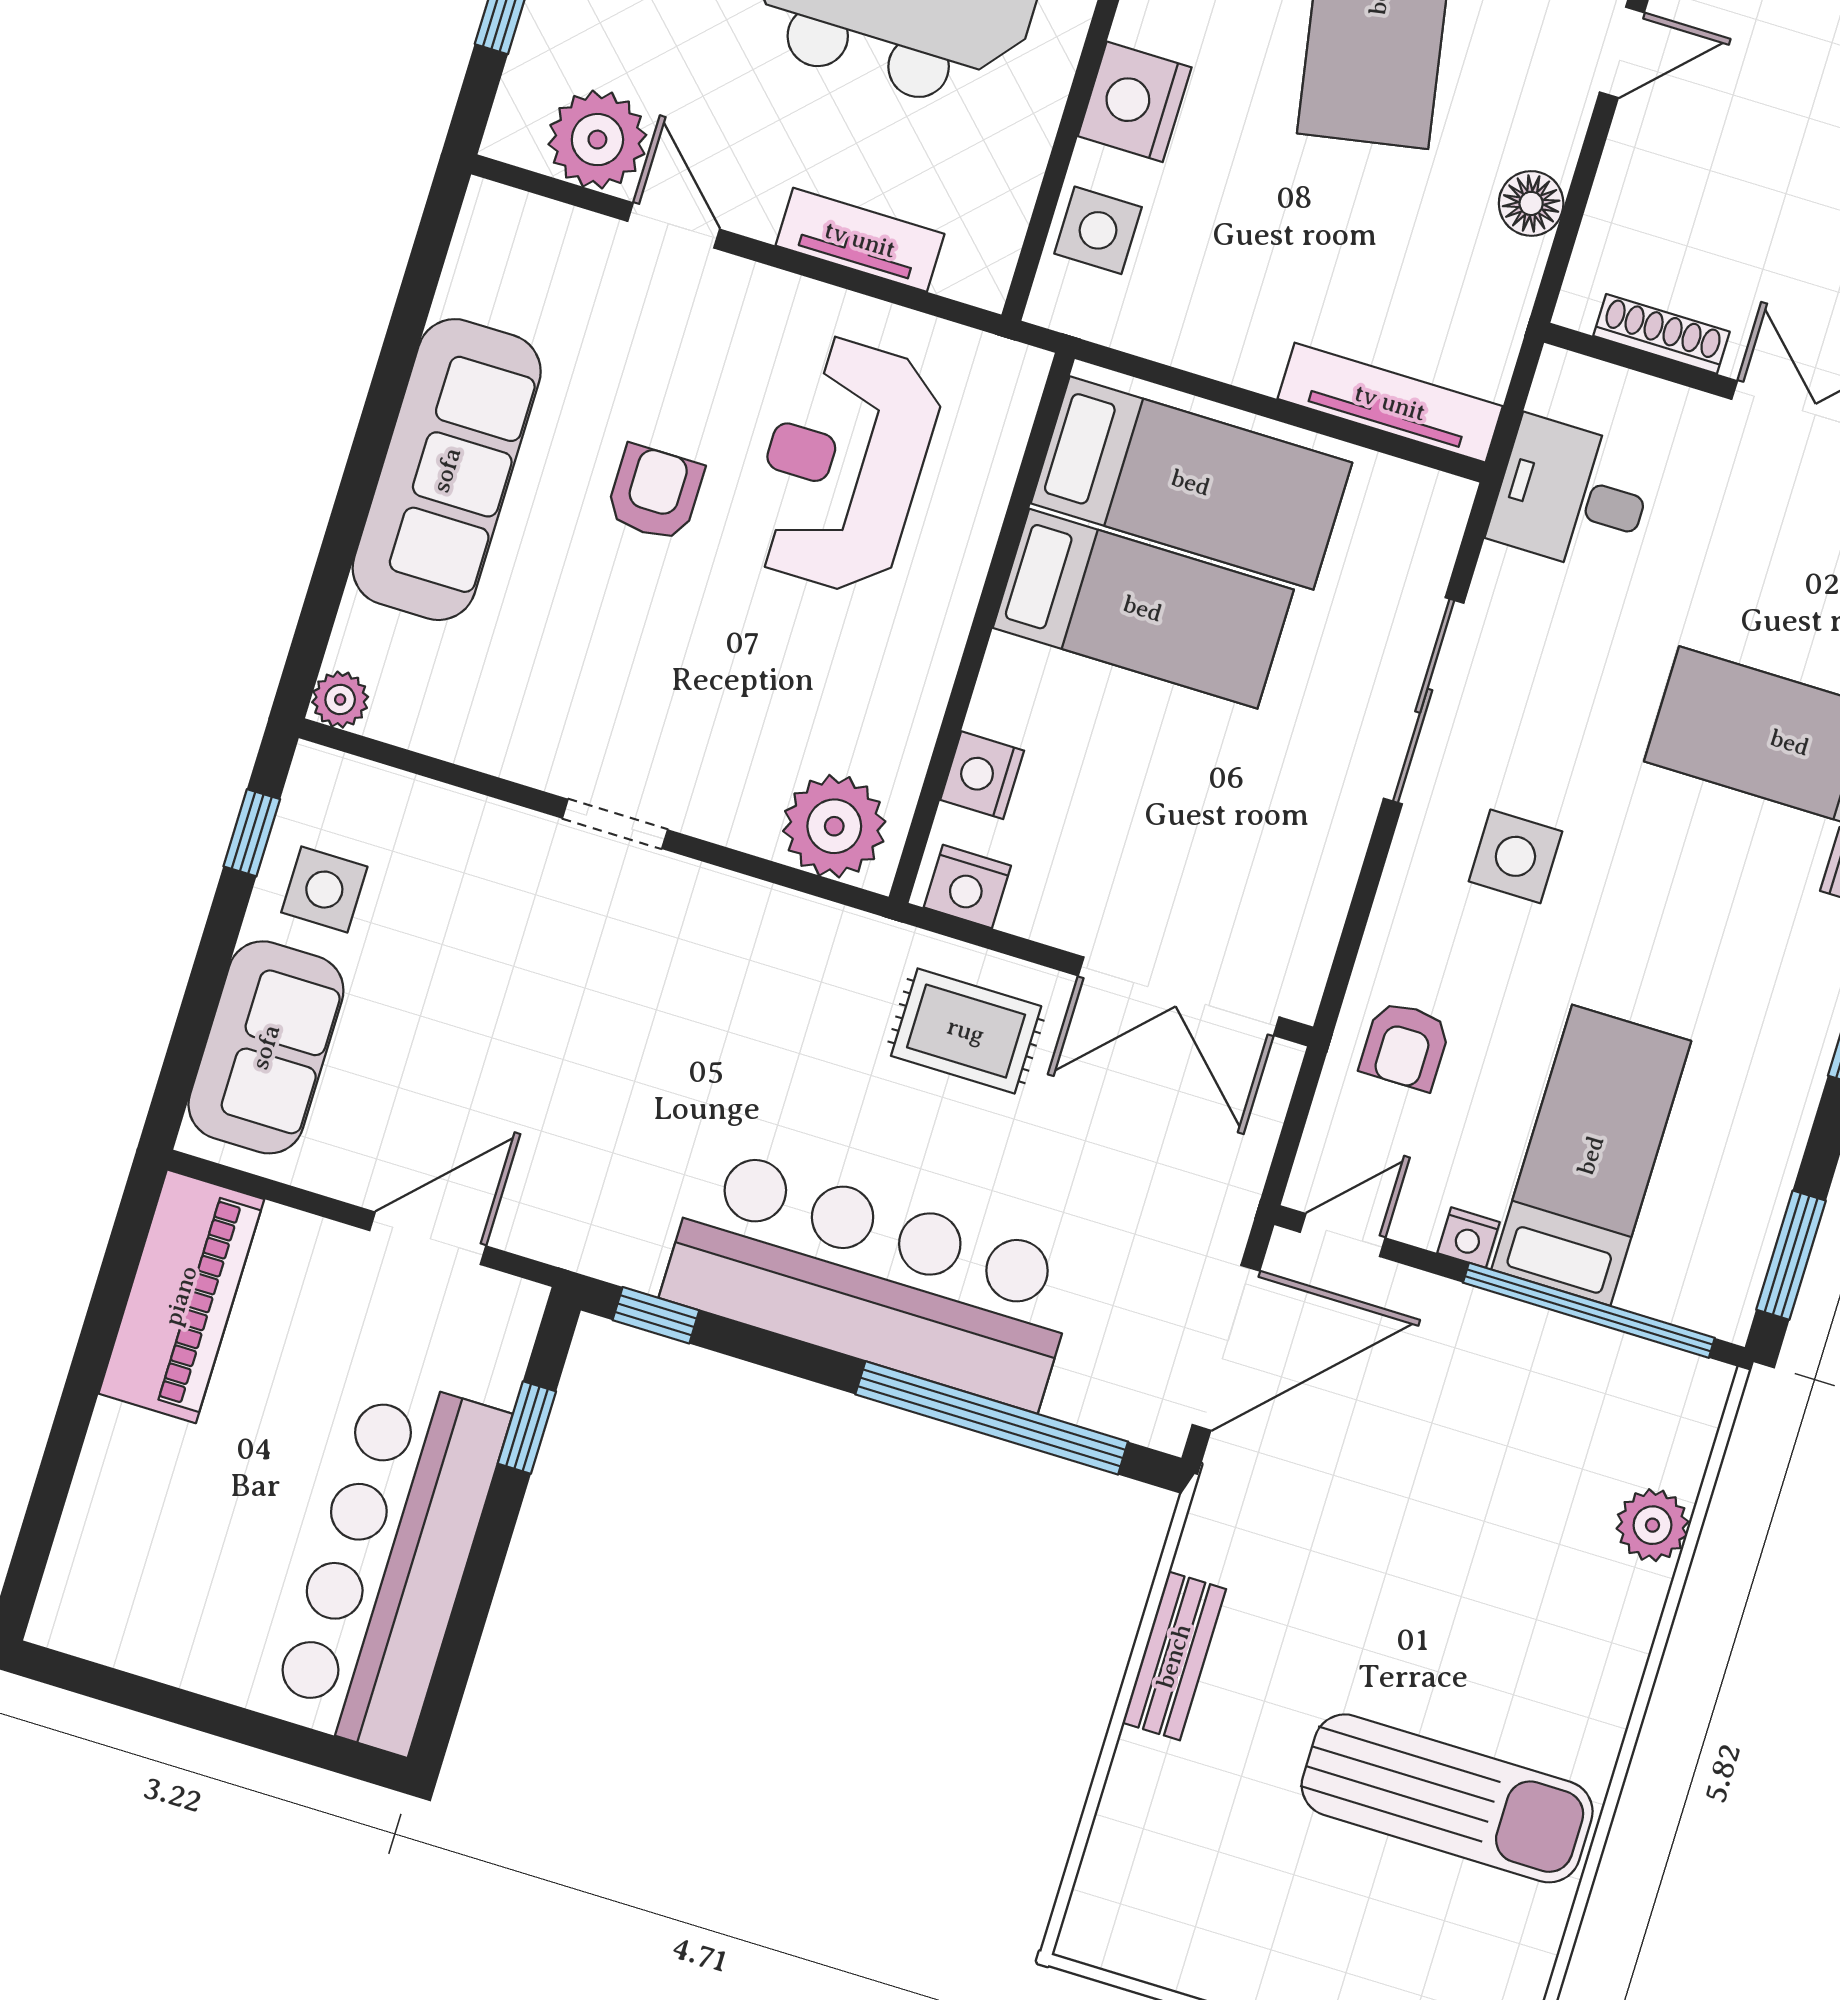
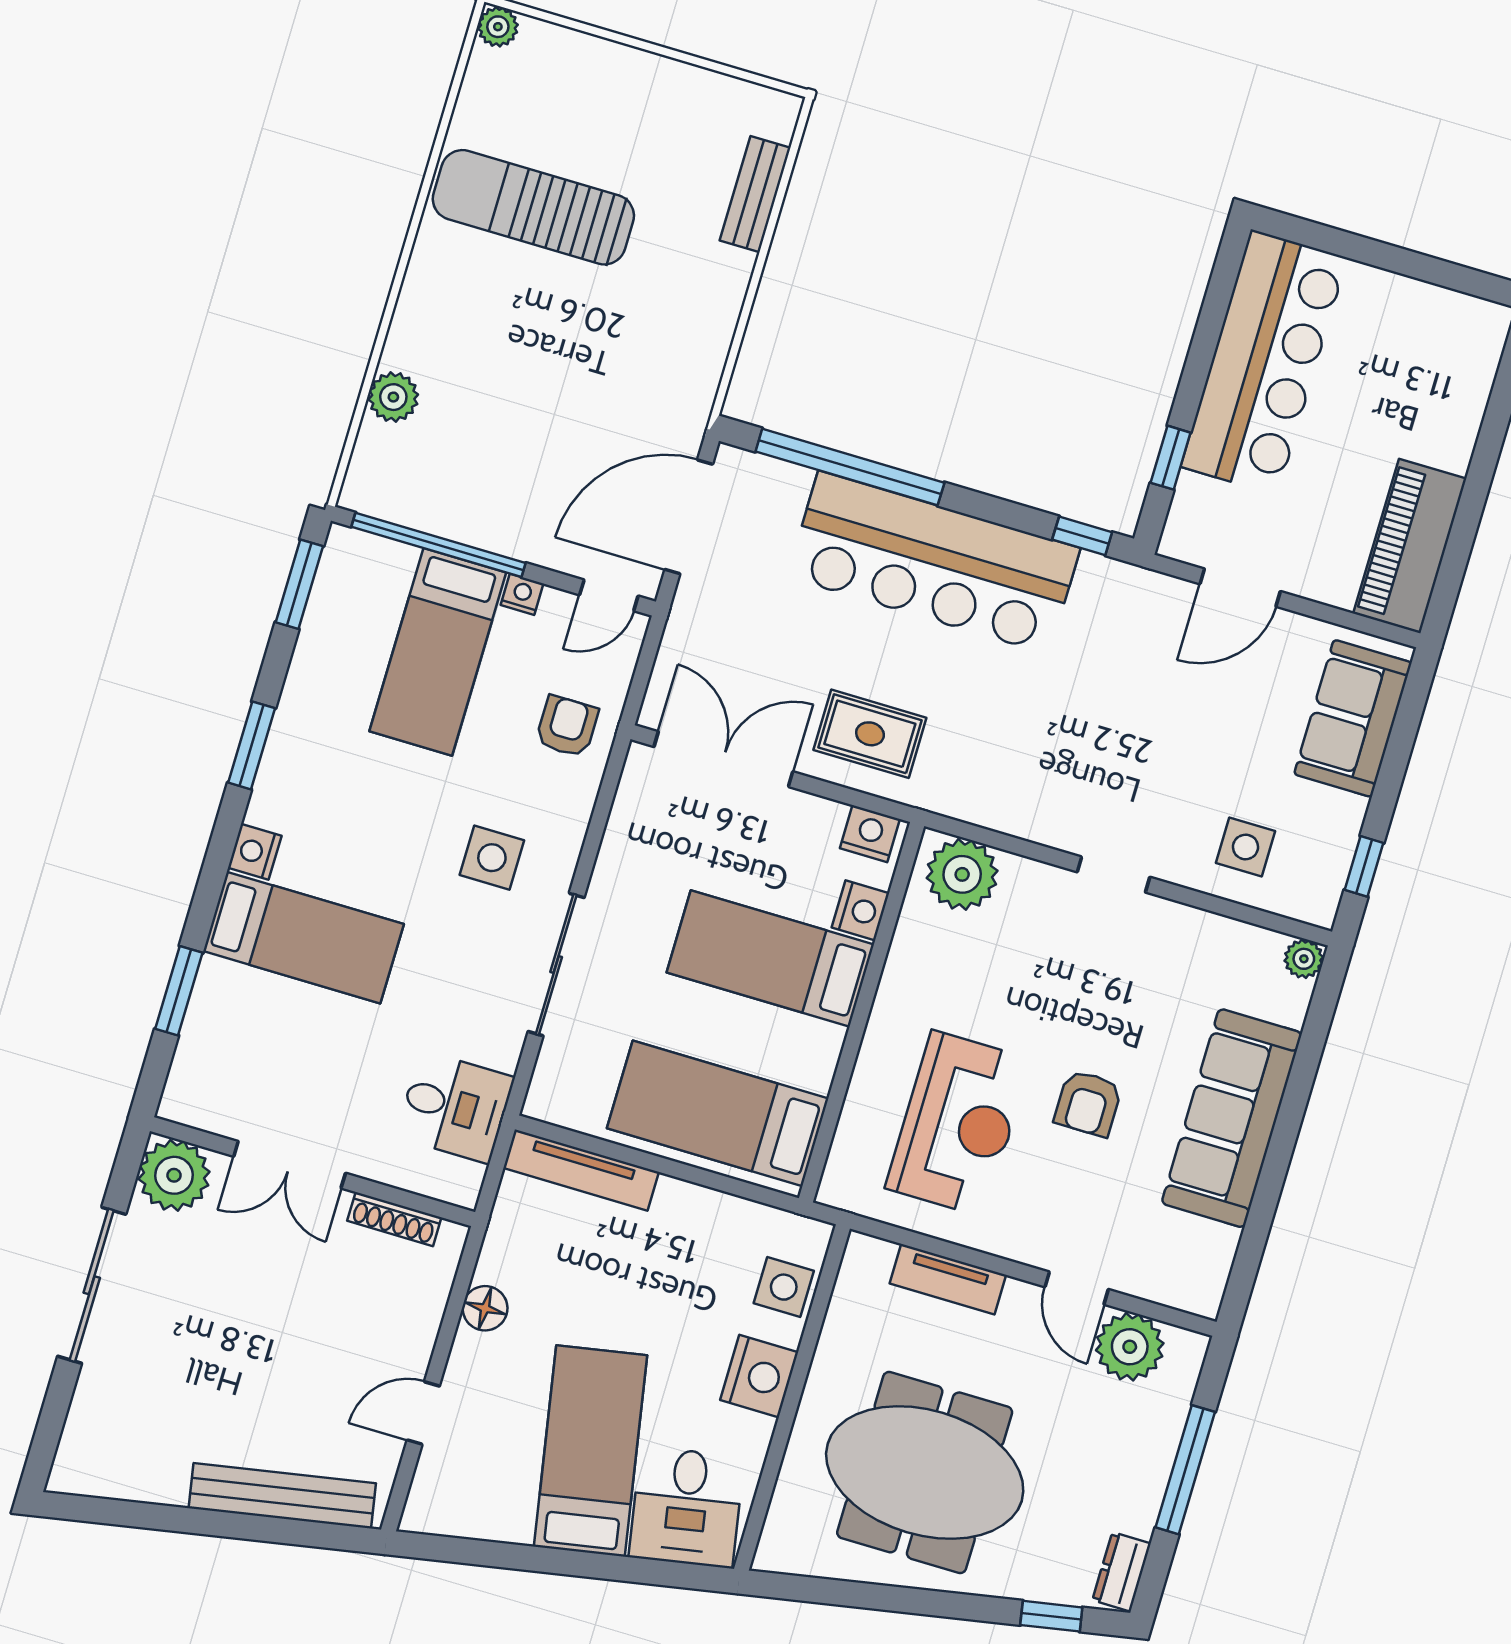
bed: (1143, 609) -> (770, 958), moved
side table: (324, 890) -> (1246, 847), moved
bench: (1174, 1656) -> (755, 194), moved

